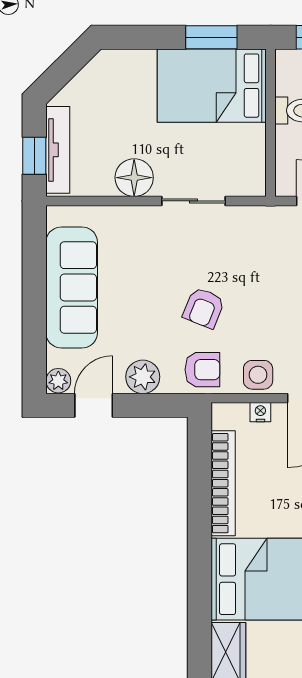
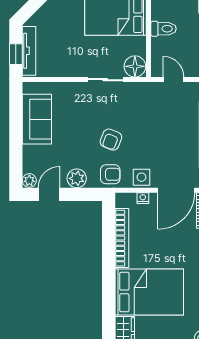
floor lamp: (134, 178) -> (135, 66), moved
sofa: (72, 287) -> (37, 119), width x0.73

